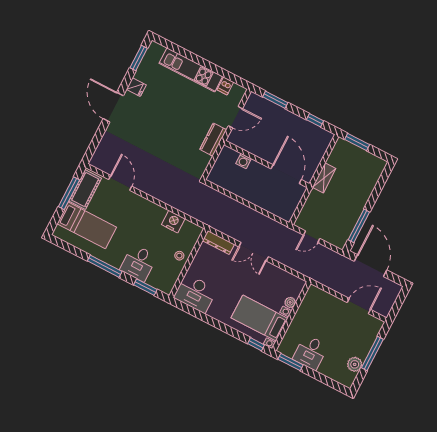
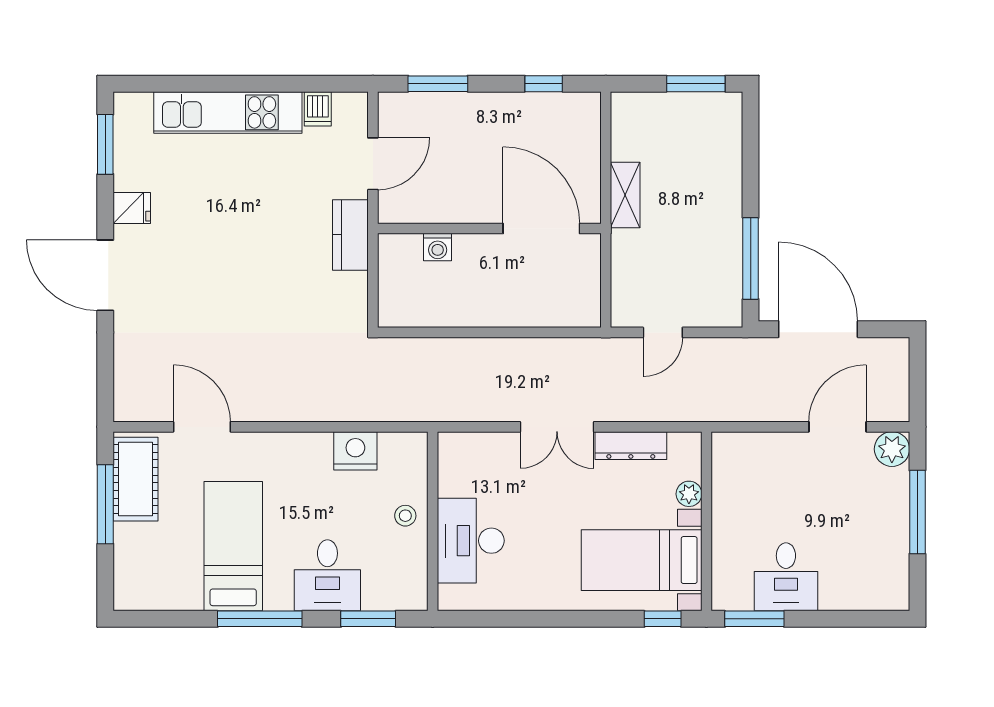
window: (357, 142) -> (696, 84), moved
bed: (87, 225) -> (233, 546), moved, turned -90
dresser: (218, 242) -> (631, 446), moved
desk: (195, 293) -> (471, 541), moved, turned 90
plant: (355, 364) -> (892, 449), moved

